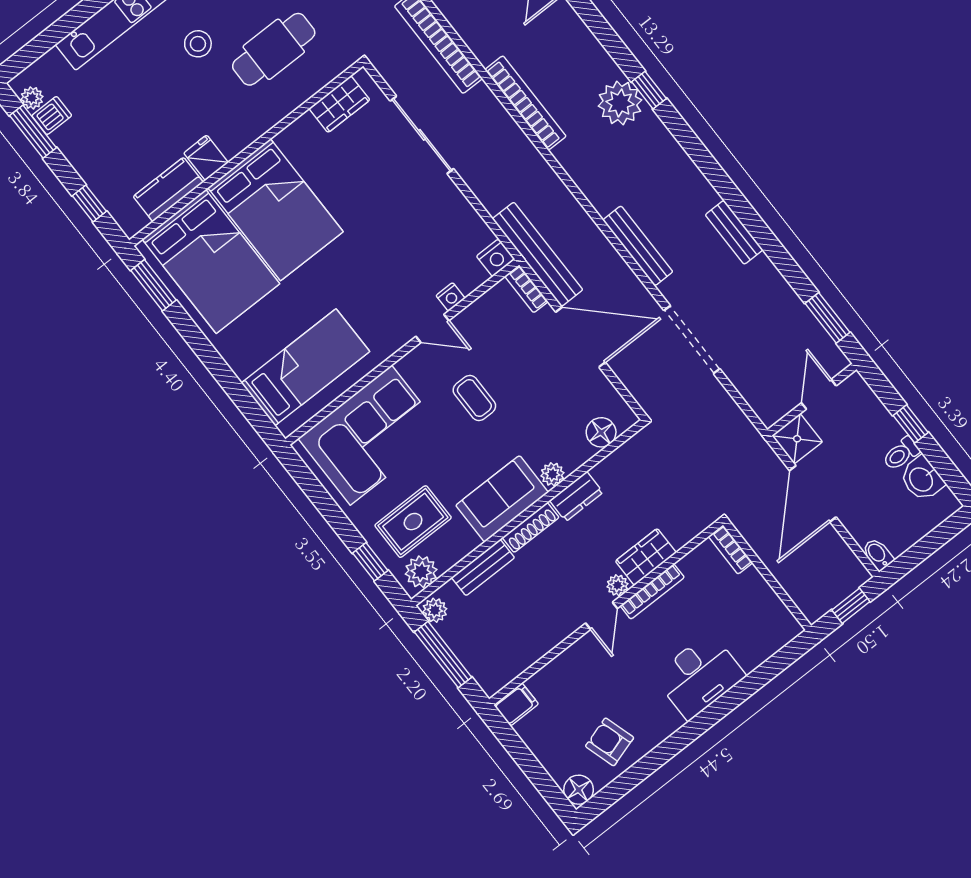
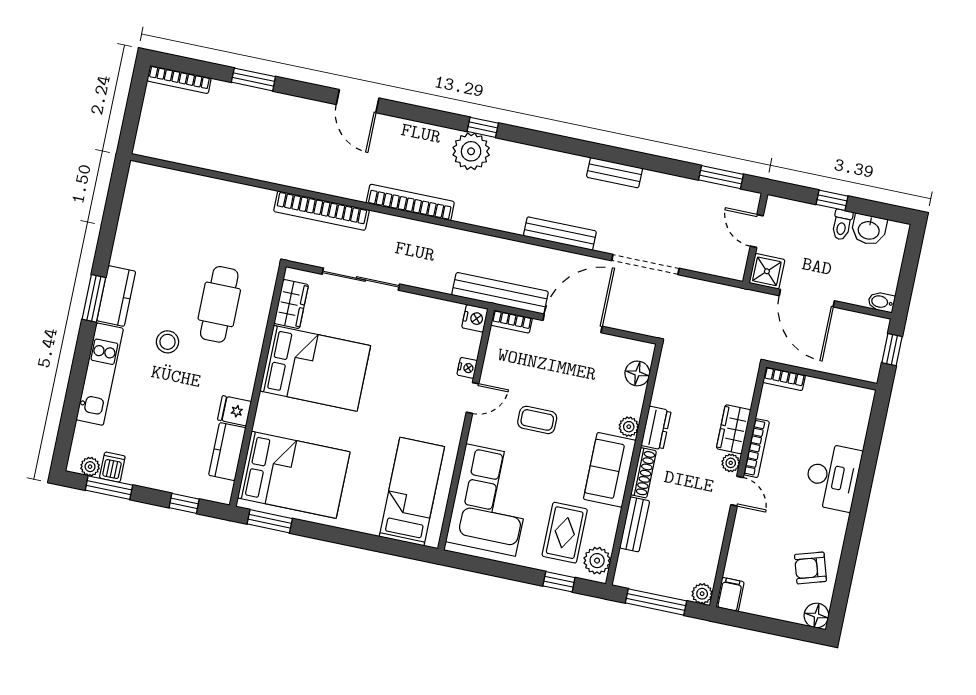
bed: (275, 210) -> (315, 368), moved
plant: (435, 610) -> (702, 594), moved

